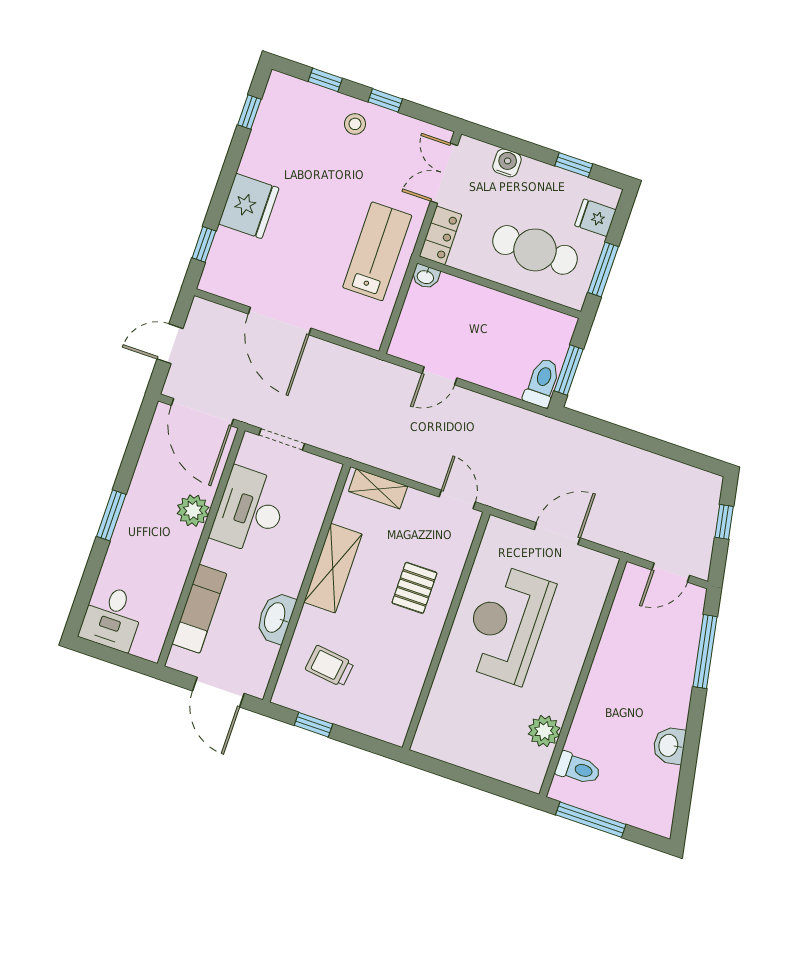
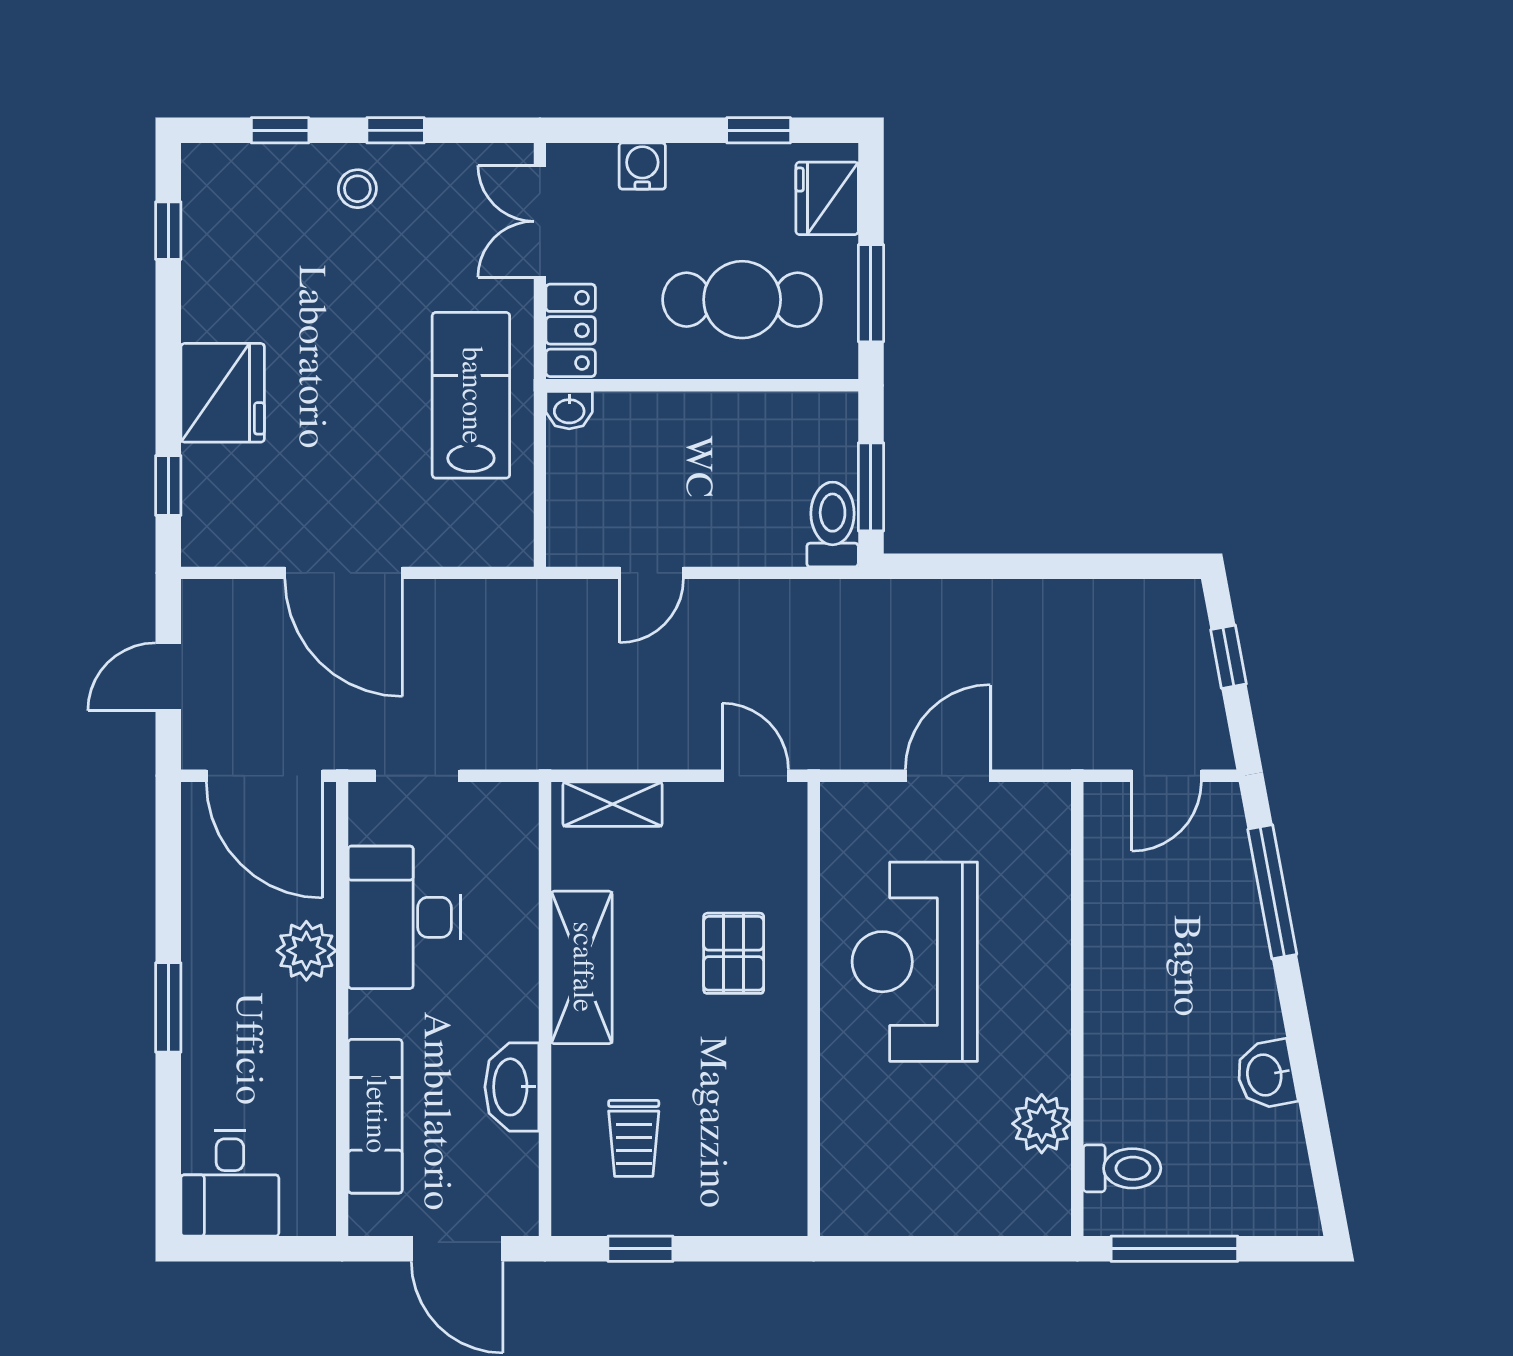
fridge: (595, 218) -> (827, 198), width x1.38
trolley: (330, 666) -> (634, 1138), turned -97

